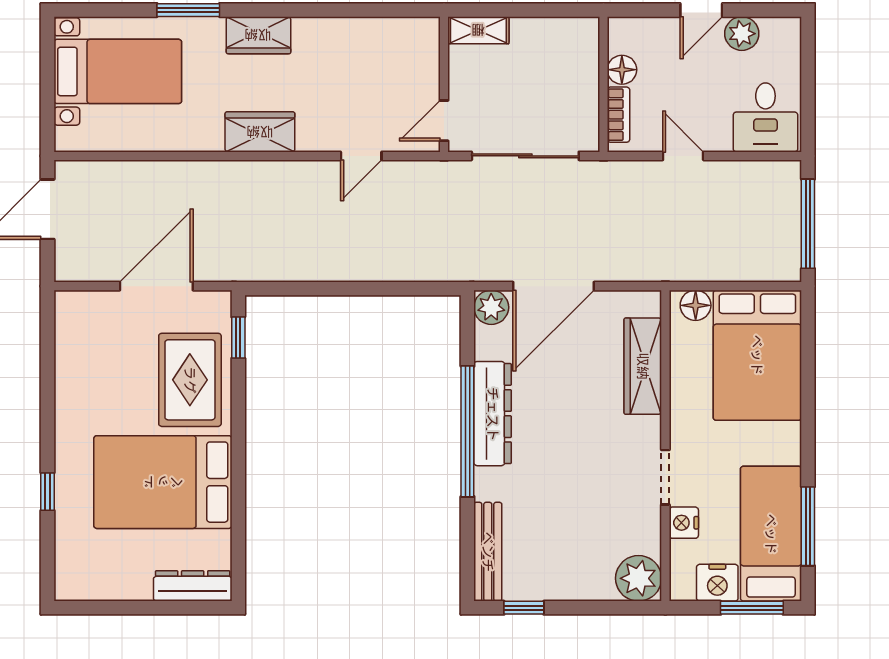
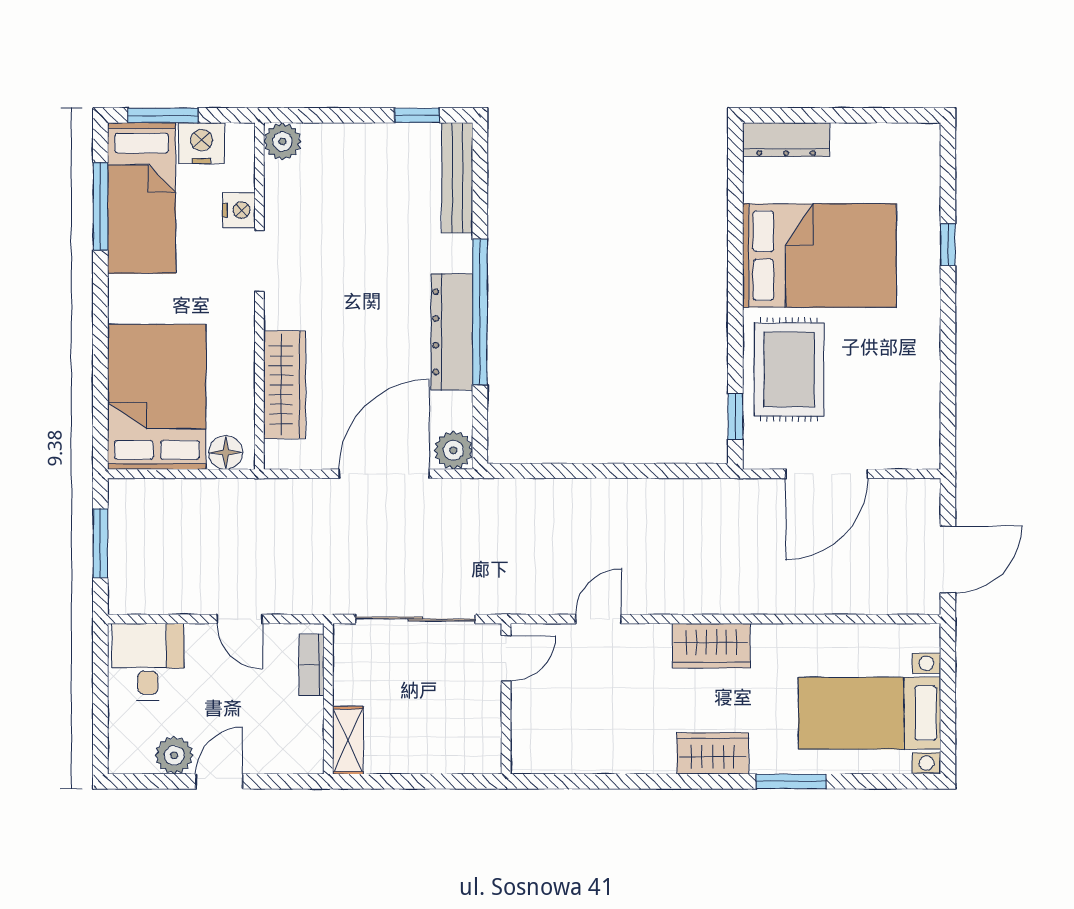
shelving: (478, 30) -> (348, 740), moved, turned 90
floor lamp: (622, 70) -> (308, 715), removed
window: (808, 224) -> (100, 543), width x0.69
plant: (639, 578) -> (282, 141), width x0.73, depth x0.73

